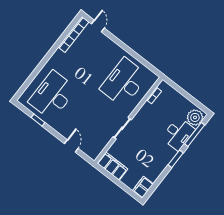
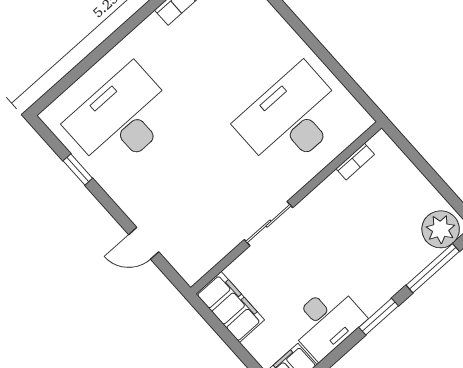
desk: (178, 134) -> (326, 321), moved
door: (71, 146) -> (144, 243), swing flipped

